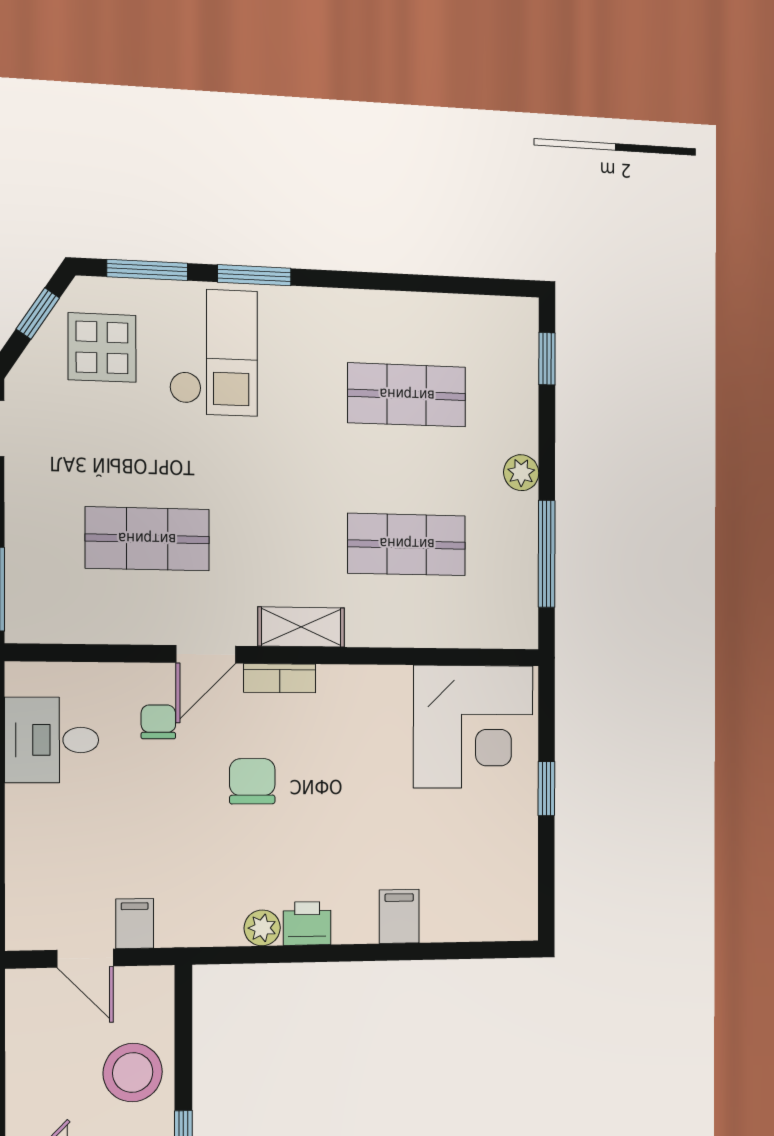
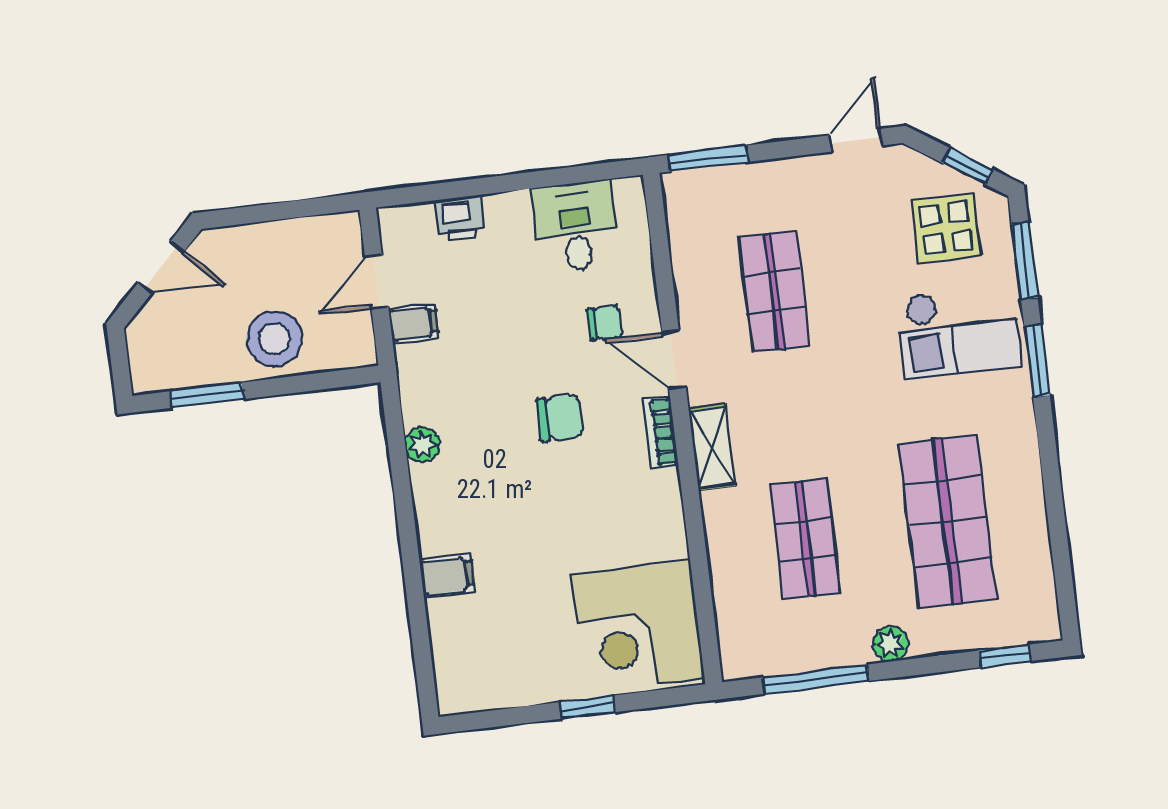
shop shelf: (407, 395) -> (948, 521), width x1.43, depth x1.36
printer: (307, 923) -> (460, 218), moved, turned 90

